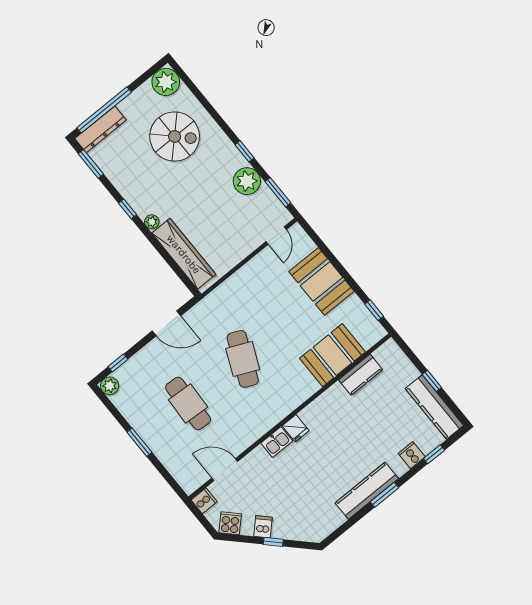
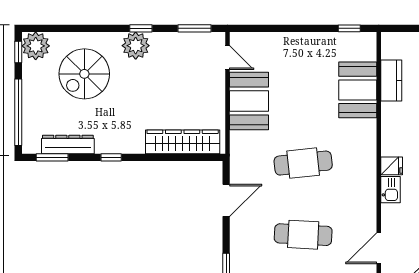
window: (150, 72) -> (18, 52), added
dresser: (101, 129) -> (68, 144), moved, turned -90
spiral stairs: (175, 136) -> (84, 74), turned 180
plant: (247, 181) -> (136, 46), moved
plant: (152, 222) -> (137, 147), removed
booth: (321, 281) -> (249, 101), moved, turned 90
cafe table: (243, 359) -> (303, 163), turned -30

